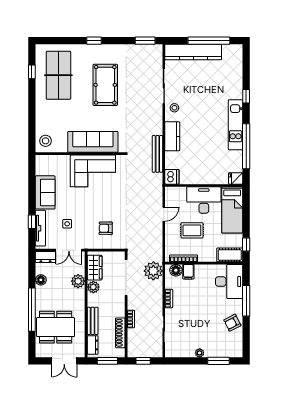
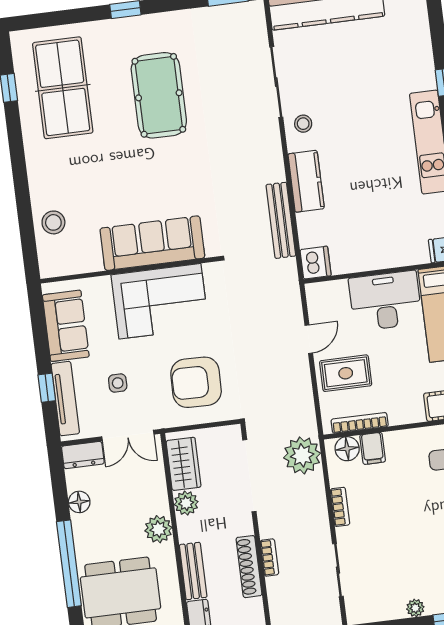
sofa: (93, 142) -> (152, 243), moved
wall: (80, 154) -> (130, 270), moved
corner sofa: (93, 171) -> (160, 301), moved
armchair: (106, 228) -> (196, 382), width x1.88, depth x1.88
rug: (192, 230) -> (346, 373), moved
plant: (78, 281) -> (158, 529), moved
shoe rack: (120, 333) -> (249, 567), moved

